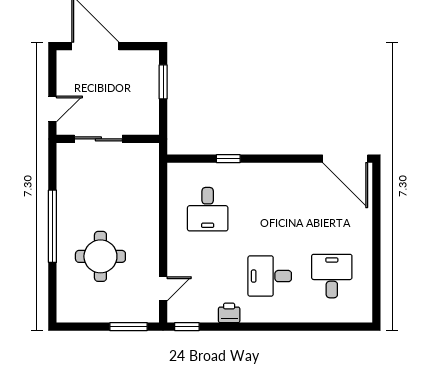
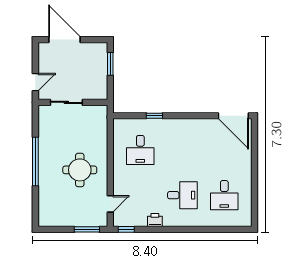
round table: (100, 256) -> (80, 170), moved
desk: (270, 276) -> (182, 195), turned 180
desk: (332, 276) -> (224, 195), turned 180

